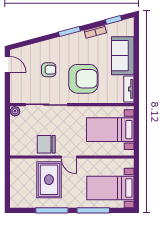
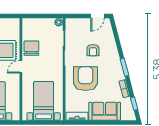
armchair: (83, 79) -> (86, 79), turned 180

